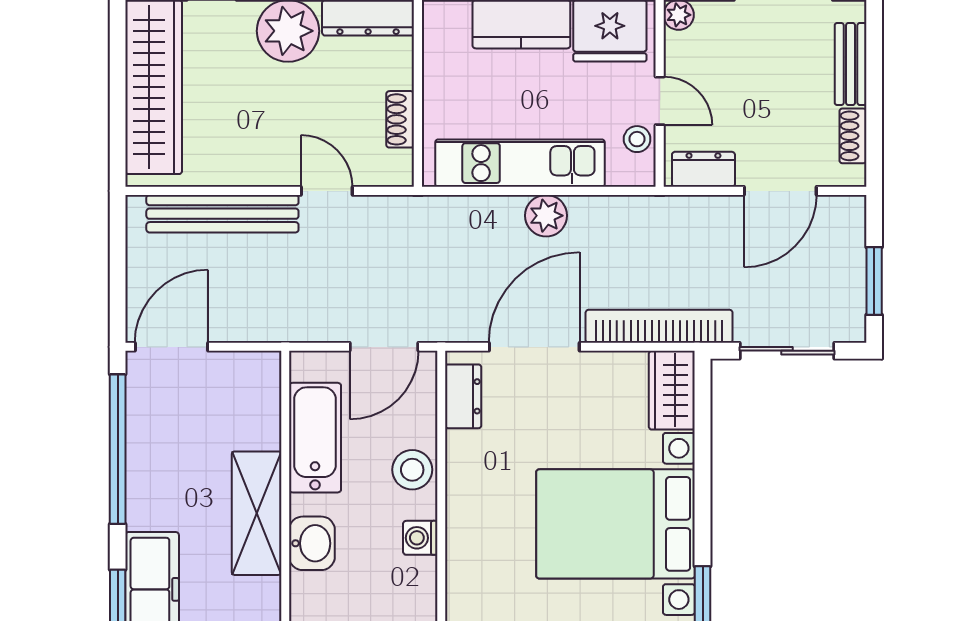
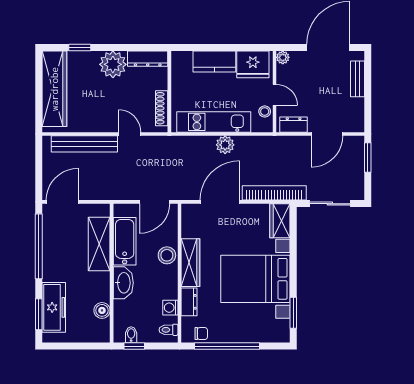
shoe rack: (400, 119) -> (162, 108), width x1.43
shoe rack: (853, 136) -> (359, 110), removed
window: (874, 281) -> (368, 158), moved
dresser: (463, 396) -> (189, 302), moved
wardrobe: (466, 487) -> (190, 263), added
shelving: (257, 513) -> (99, 244), moved
washing machine: (420, 538) -> (170, 308), moved
washbasin: (312, 543) -> (123, 283), width x1.38
boiler: (263, 596) -> (102, 310), added

